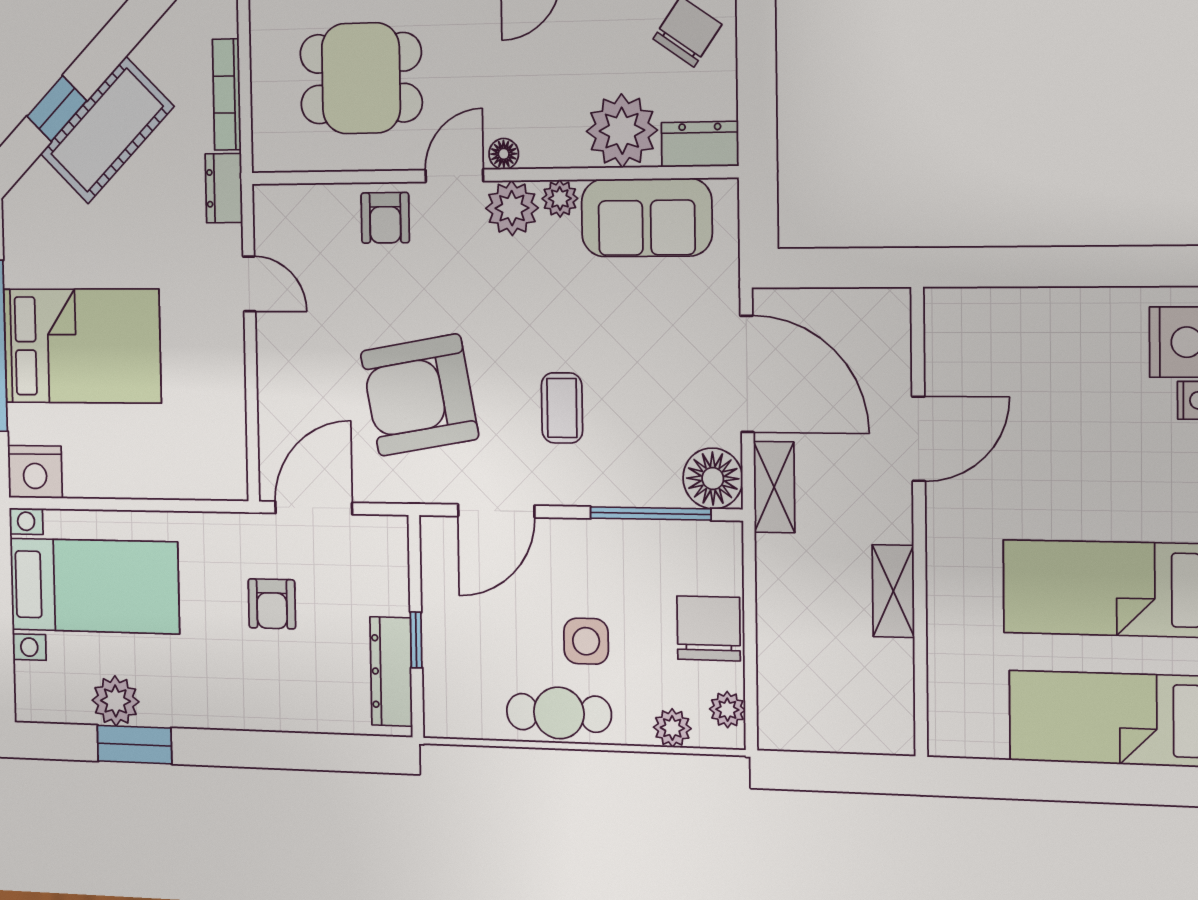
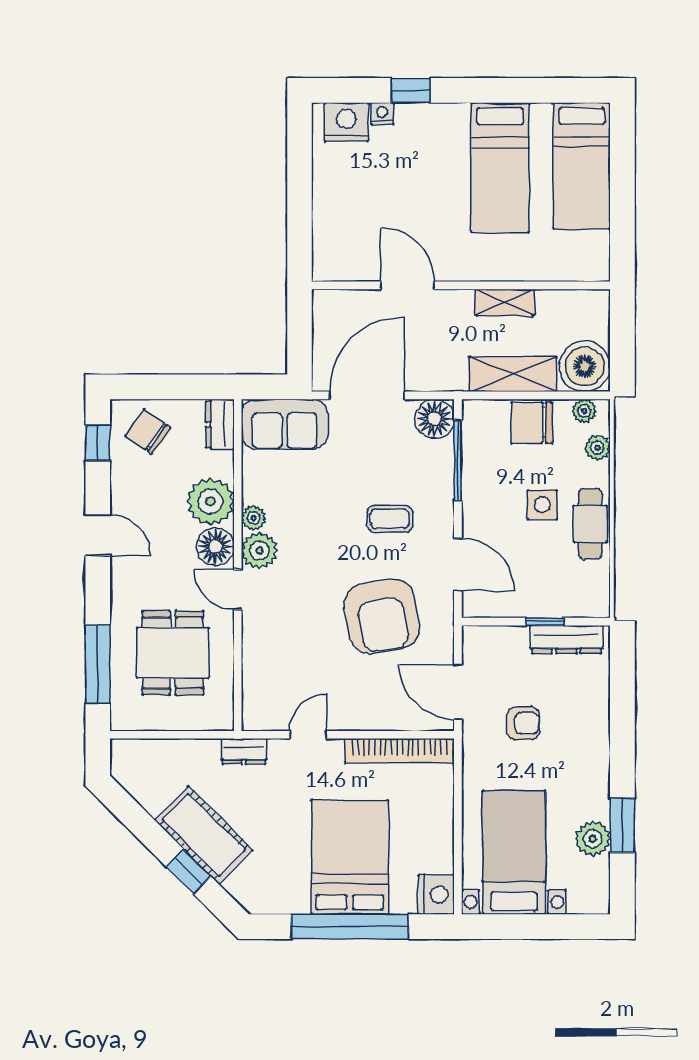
bookcase: (227, 94) -> (400, 751), moved, width x1.48, depth x1.31
plant: (622, 131) -> (210, 502), moved
floor lamp: (504, 154) -> (215, 547), width x1.89, depth x1.89
armchair: (385, 218) -> (265, 638), removed
sofa: (647, 218) -> (285, 424), moved, turned 90
shelving: (774, 487) -> (513, 374), moved, width x1.50, depth x1.33
boiler: (795, 713) -> (585, 366), added

